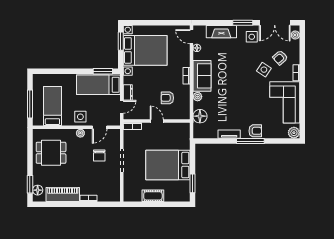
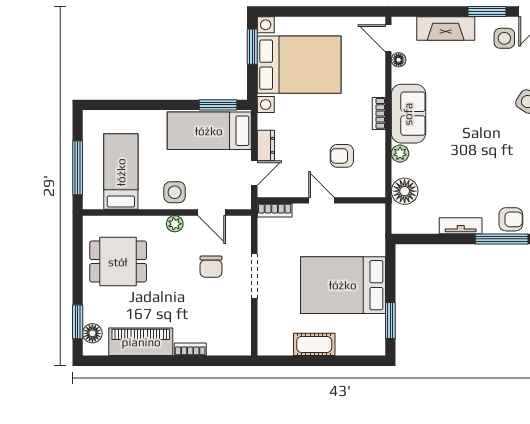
door: (100, 127) -> (212, 213), hinge flipped

